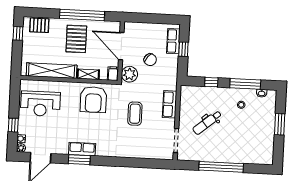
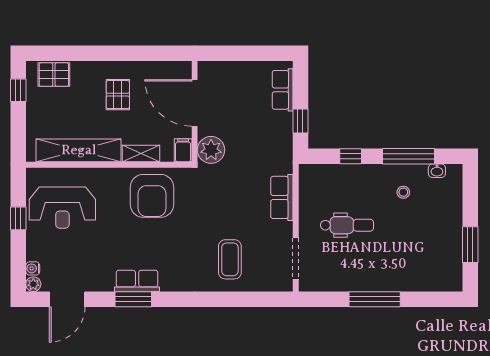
window: (82, 15) -> (126, 53), removed
pallet: (76, 39) -> (118, 95), width x0.67, depth x0.71
window: (183, 49) -> (300, 121), moved
chair: (150, 60) -> (245, 123), removed
coffee table: (135, 114) -> (230, 259), moved
dental chair: (207, 123) -> (347, 225), turned -140
window: (280, 124) -> (470, 245), moved
window: (13, 125) -> (18, 218), moved
window: (221, 167) -> (375, 299), width x0.68

